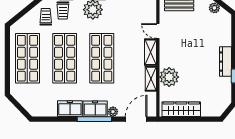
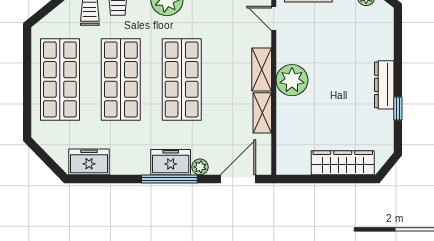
door: (158, 31) -> (274, 18), moved
plant: (169, 77) -> (292, 80), moved
freezer: (70, 109) -> (89, 162), moved
wardrobe: (181, 109) -> (343, 163), moved

